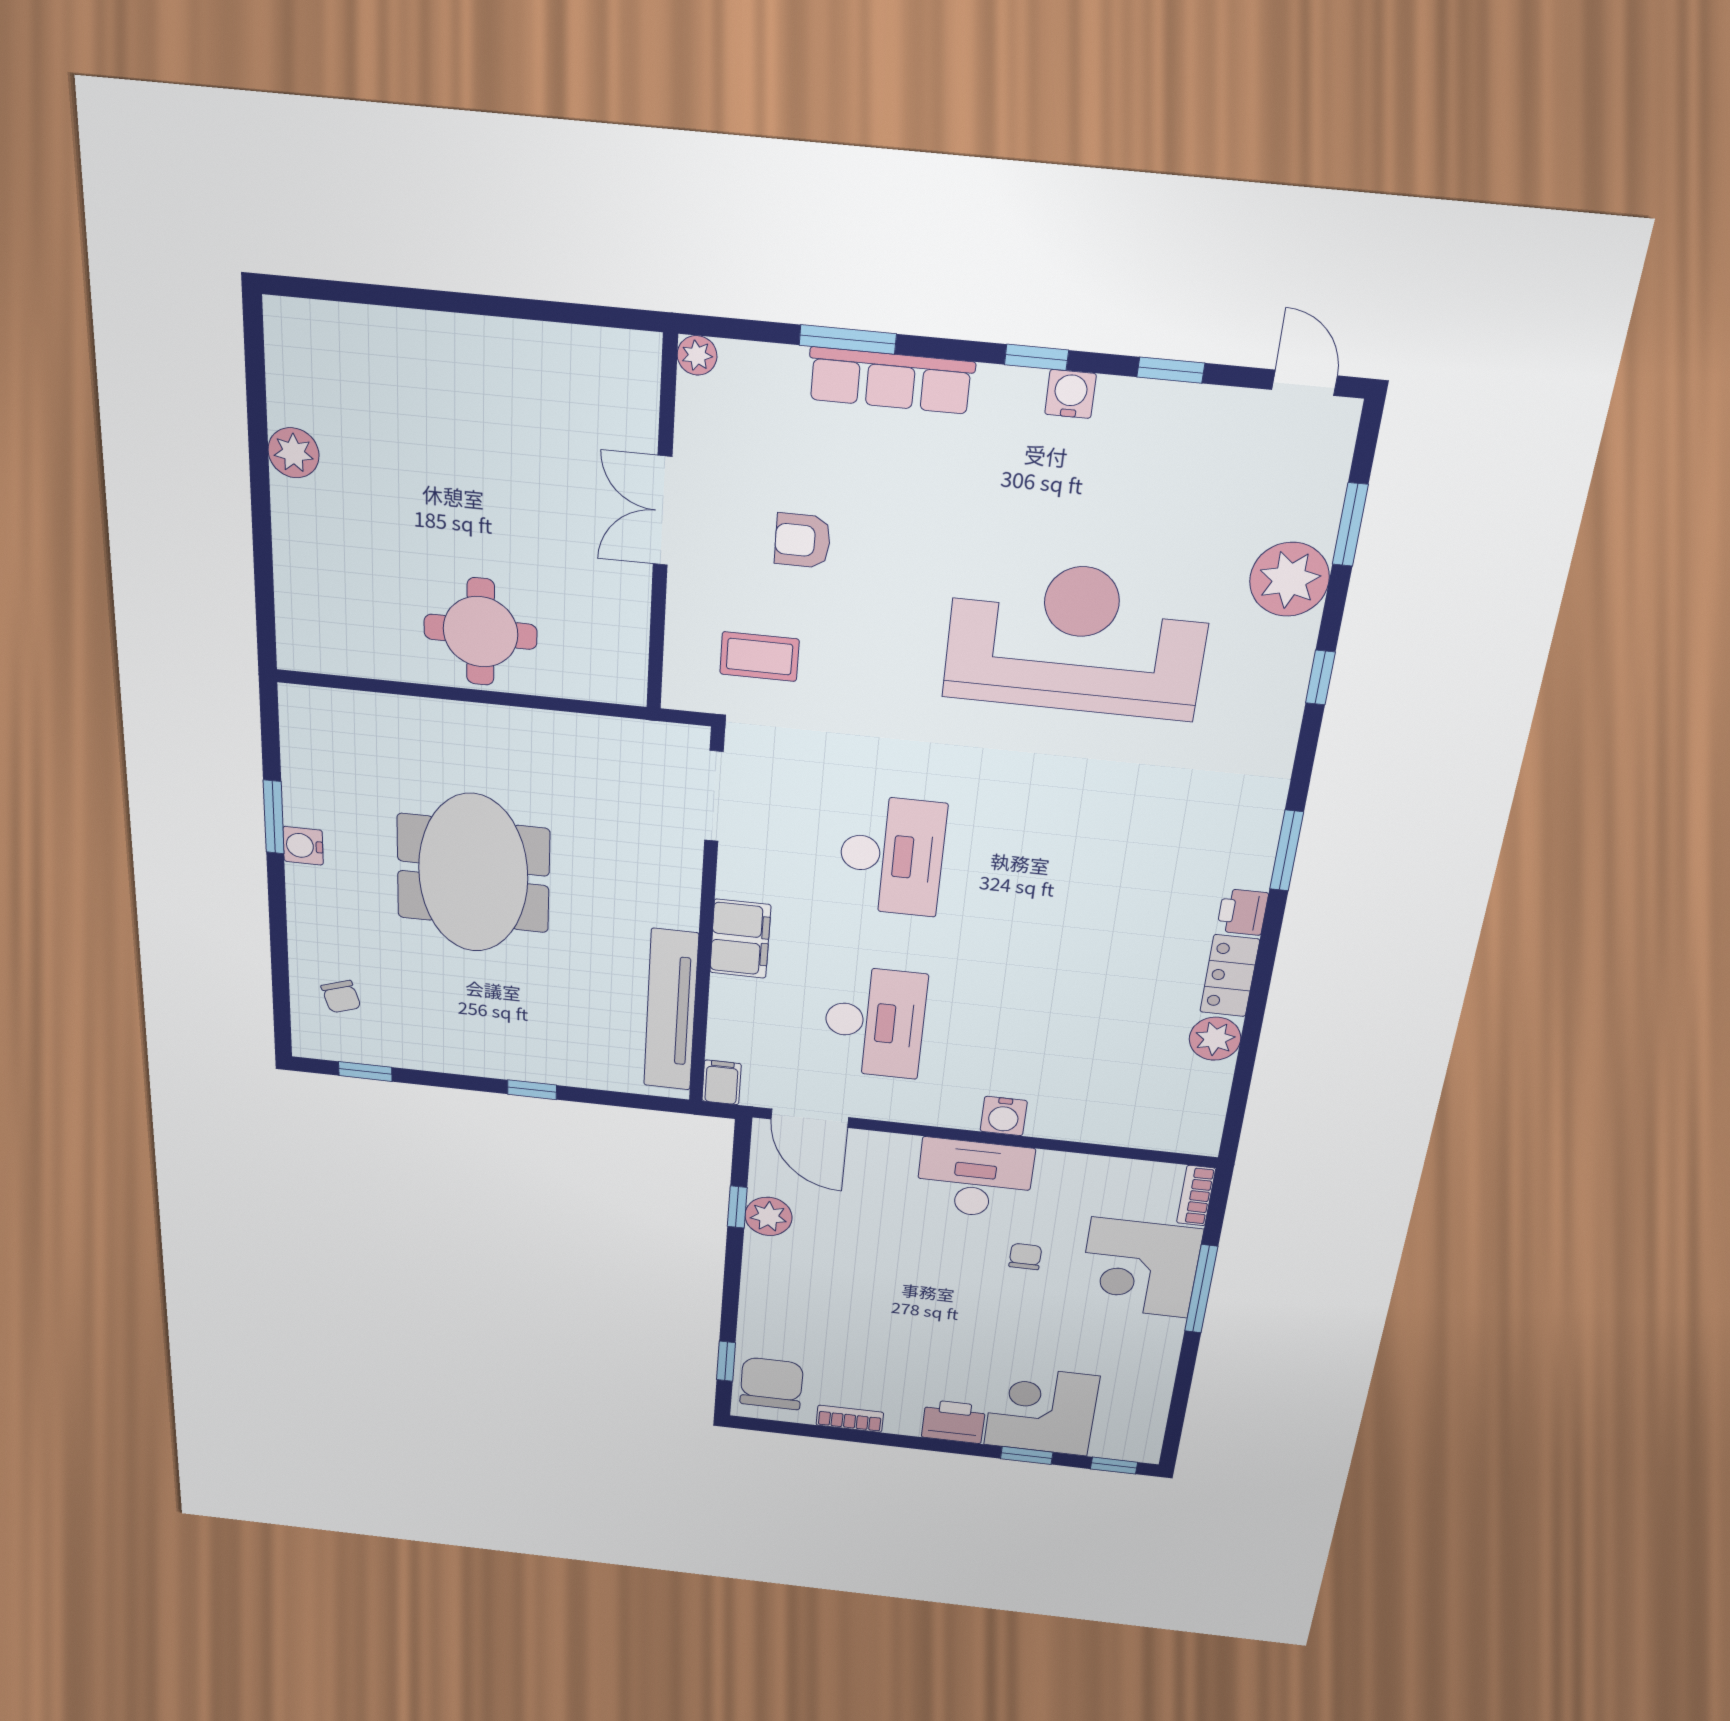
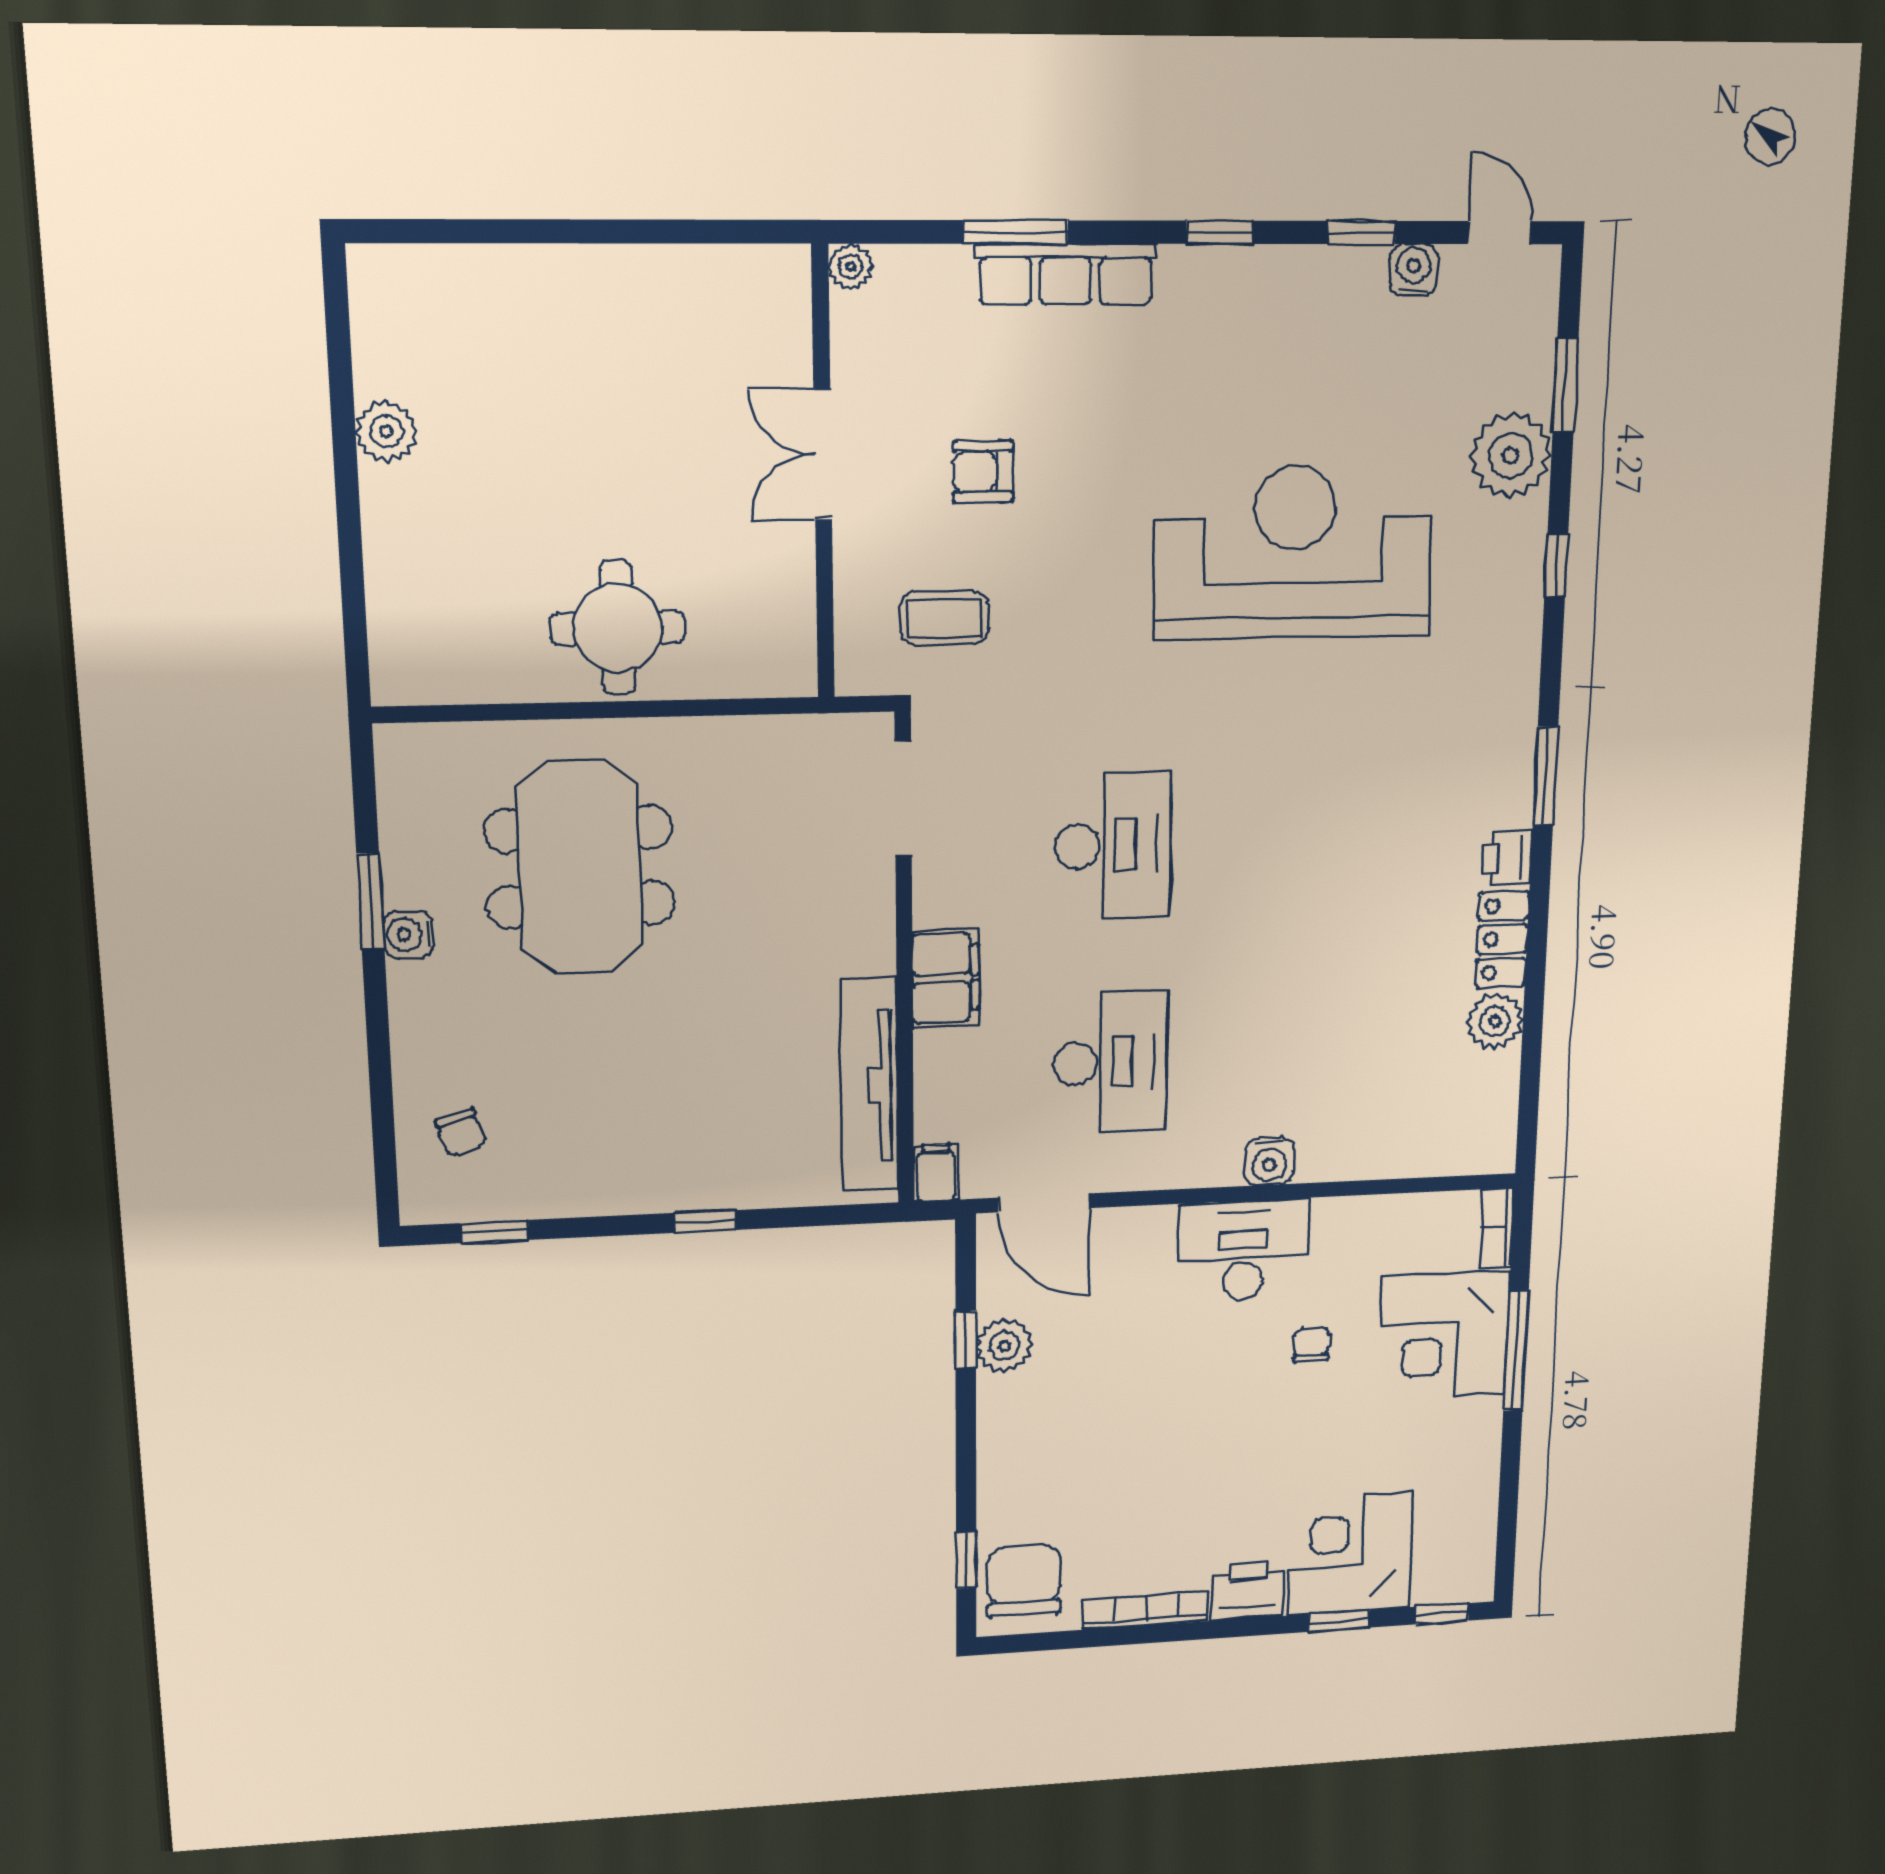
water cooler: (1070, 394) -> (1414, 270), moved
meeting table: (473, 873) -> (580, 867), moved
bookcase: (850, 1419) -> (1146, 1611), width x1.56

